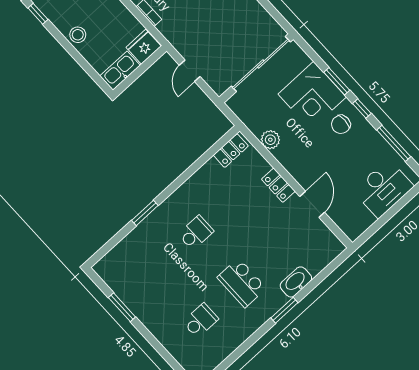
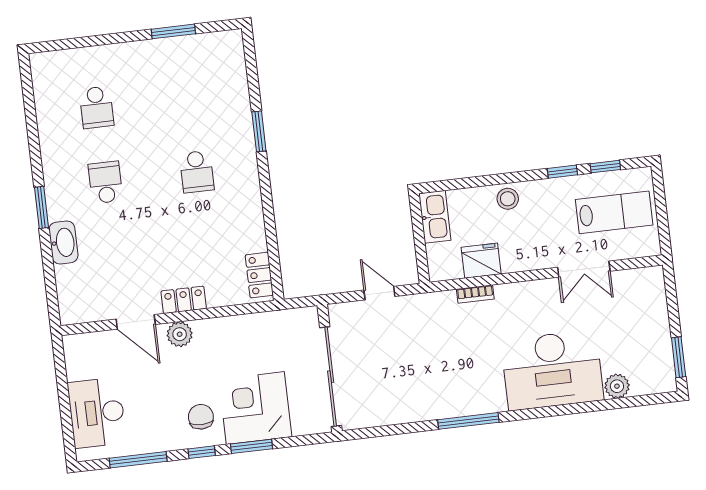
fridge: (144, 47) -> (481, 261), moved, turned -90
plant: (270, 140) -> (180, 334), moved
school desk: (242, 283) -> (105, 182), width x0.54

